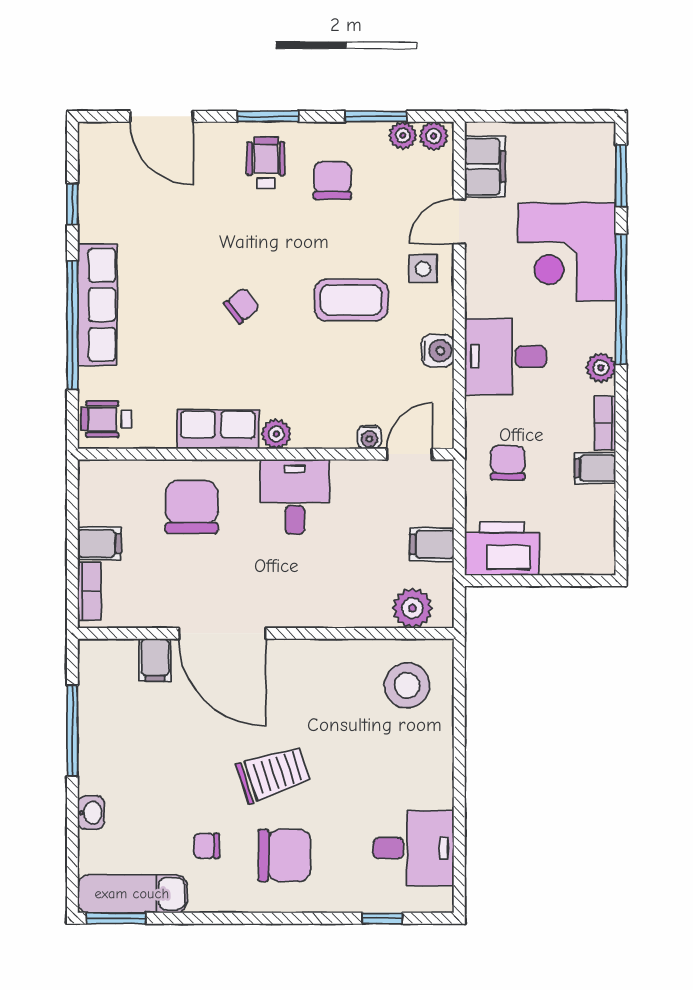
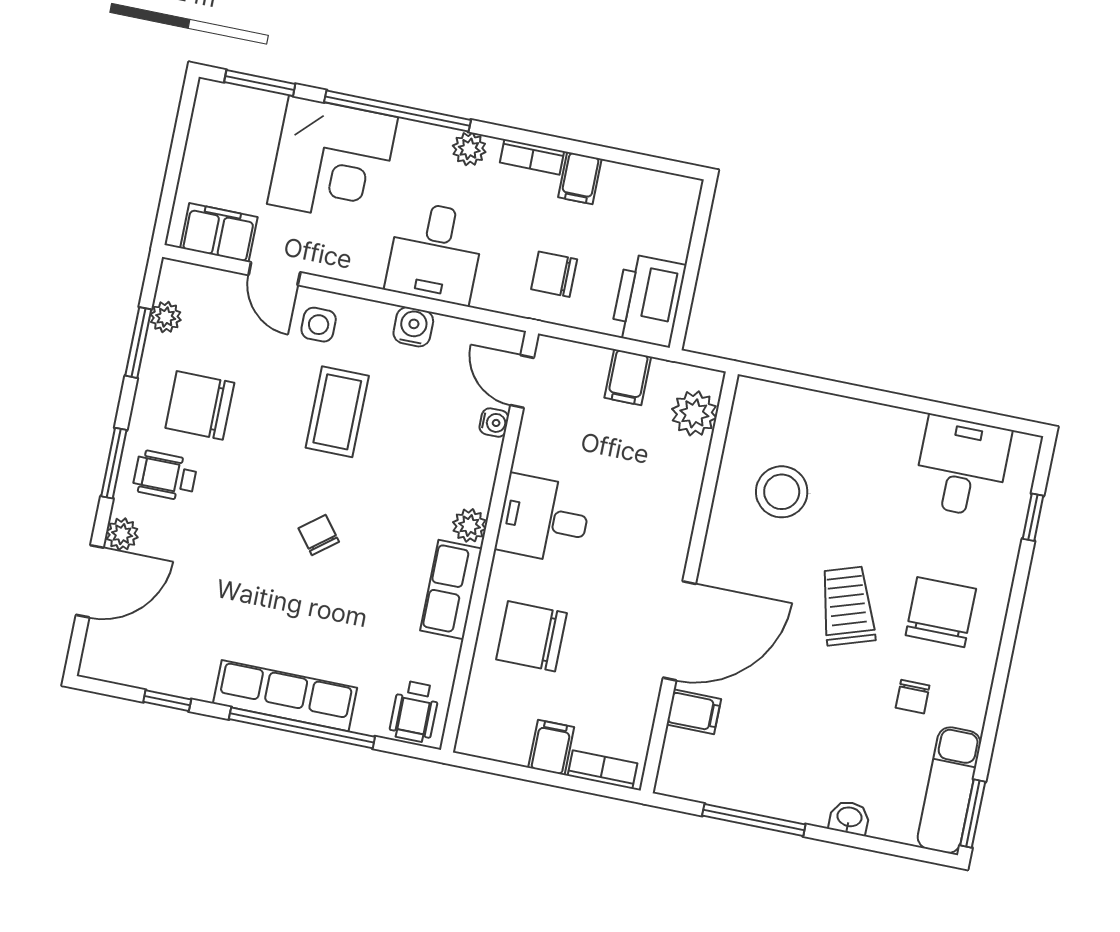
plant: (434, 136) -> (122, 534), moved
chair: (333, 180) -> (200, 405), width x1.37, depth x1.37
stool: (407, 685) -> (782, 492), moved

